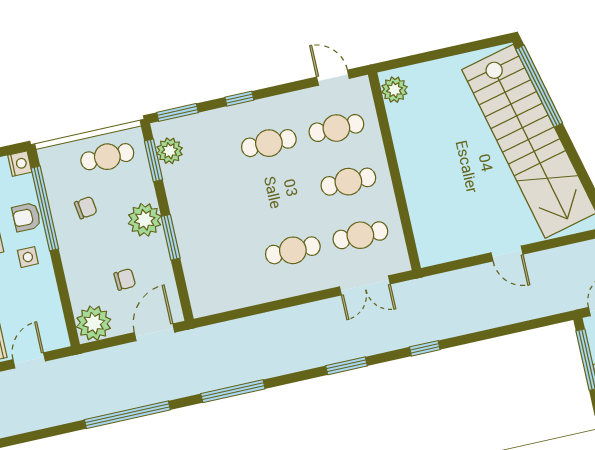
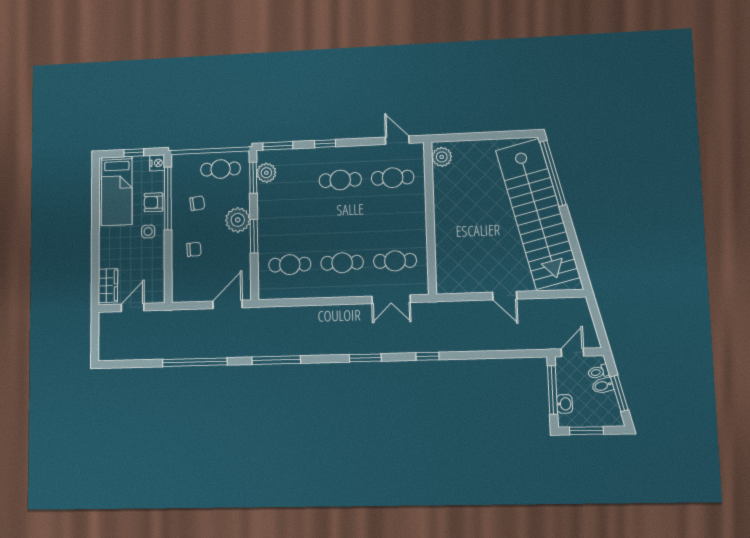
cafe table: (348, 182) -> (290, 265), moved
chair: (125, 279) -> (194, 249), moved
plant: (94, 323) -> (185, 289), removed

